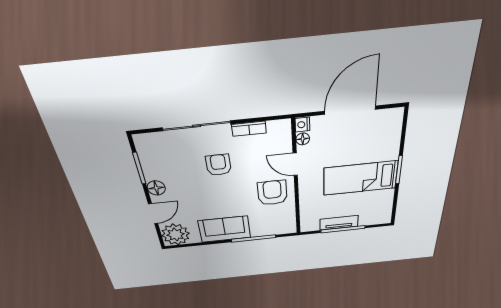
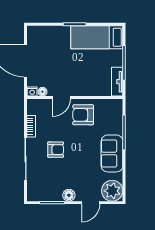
armchair: (218, 165) -> (56, 150), turned 180
bed: (360, 178) -> (97, 37), moved, turned 90
door: (153, 214) -> (91, 203), swing flipped
tv unit: (339, 223) -> (117, 82), moved

